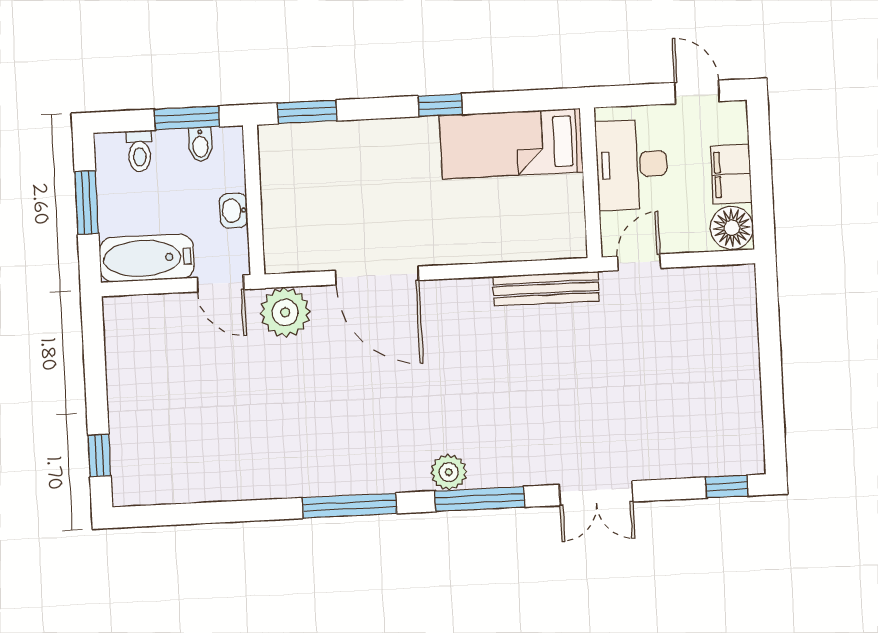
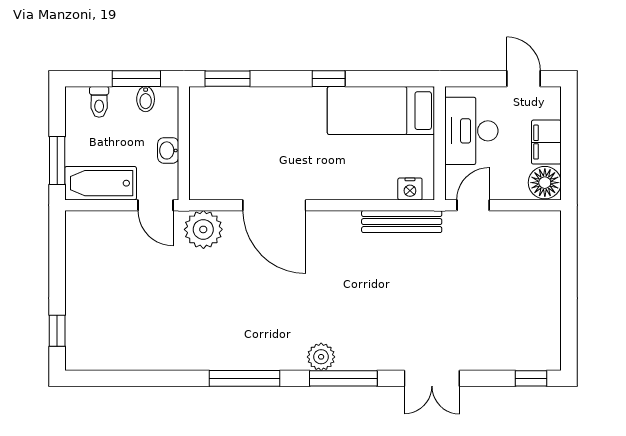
window: (87, 203) -> (57, 161), moved
nightstand: (555, 245) -> (410, 189), added

